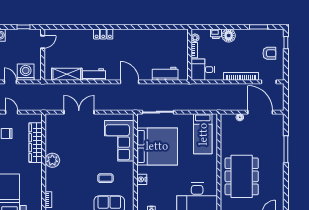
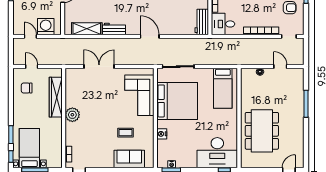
workbench: (165, 74) -> (202, 22), moved, turned -90
door: (260, 112) -> (280, 67), width x0.53

